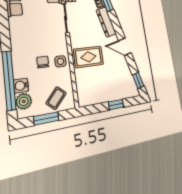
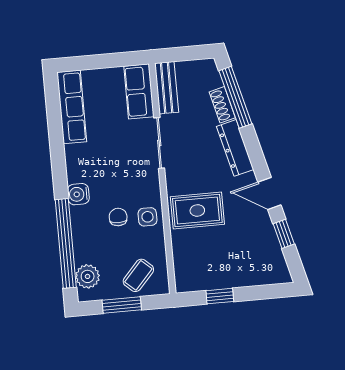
window: (138, 80) -> (284, 234), moved
water cooler: (21, 86) -> (78, 194), moved
window: (116, 105) -> (220, 296), moved

